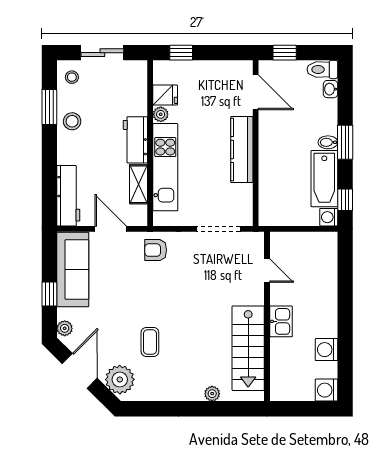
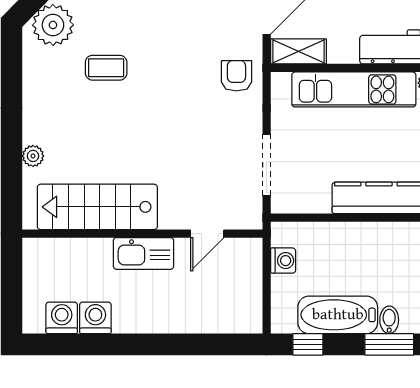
shelving: (138, 184) -> (298, 51), moved
washing machine: (329, 217) -> (283, 261), moved, turned 90
kitchen sink: (281, 321) -> (144, 253), width x1.38
washing machine: (326, 390) -> (62, 318), moved

